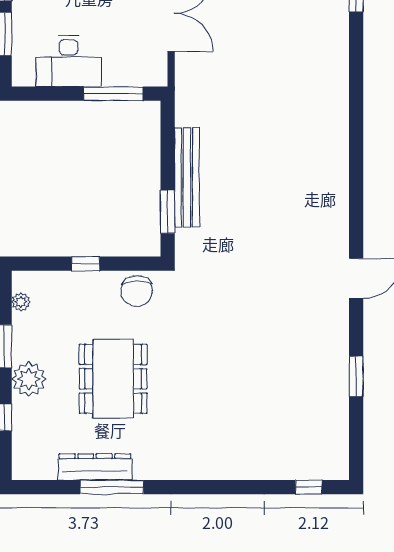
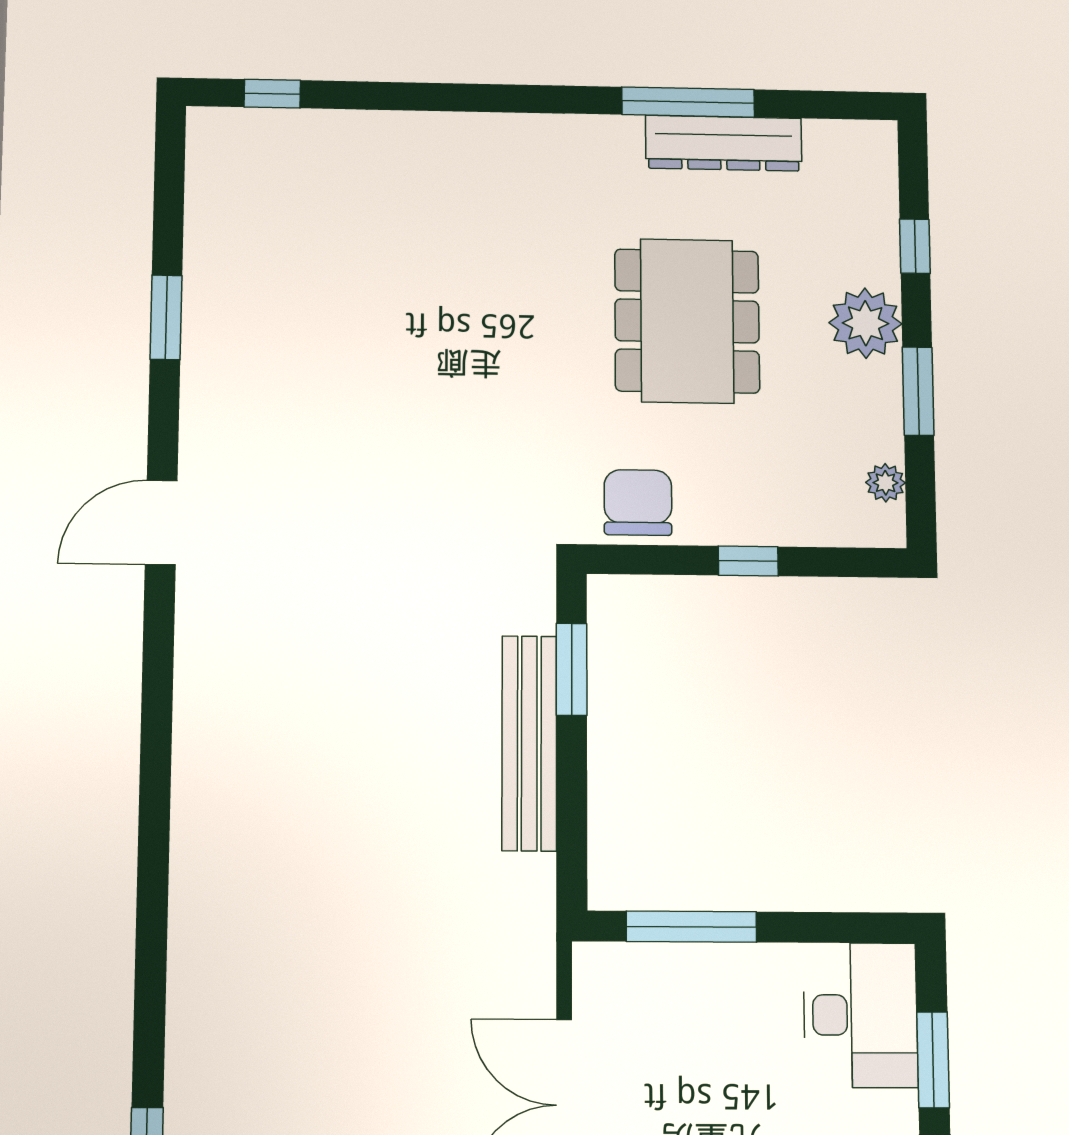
desk: (69, 61) -> (860, 1015), moved, turned 90

